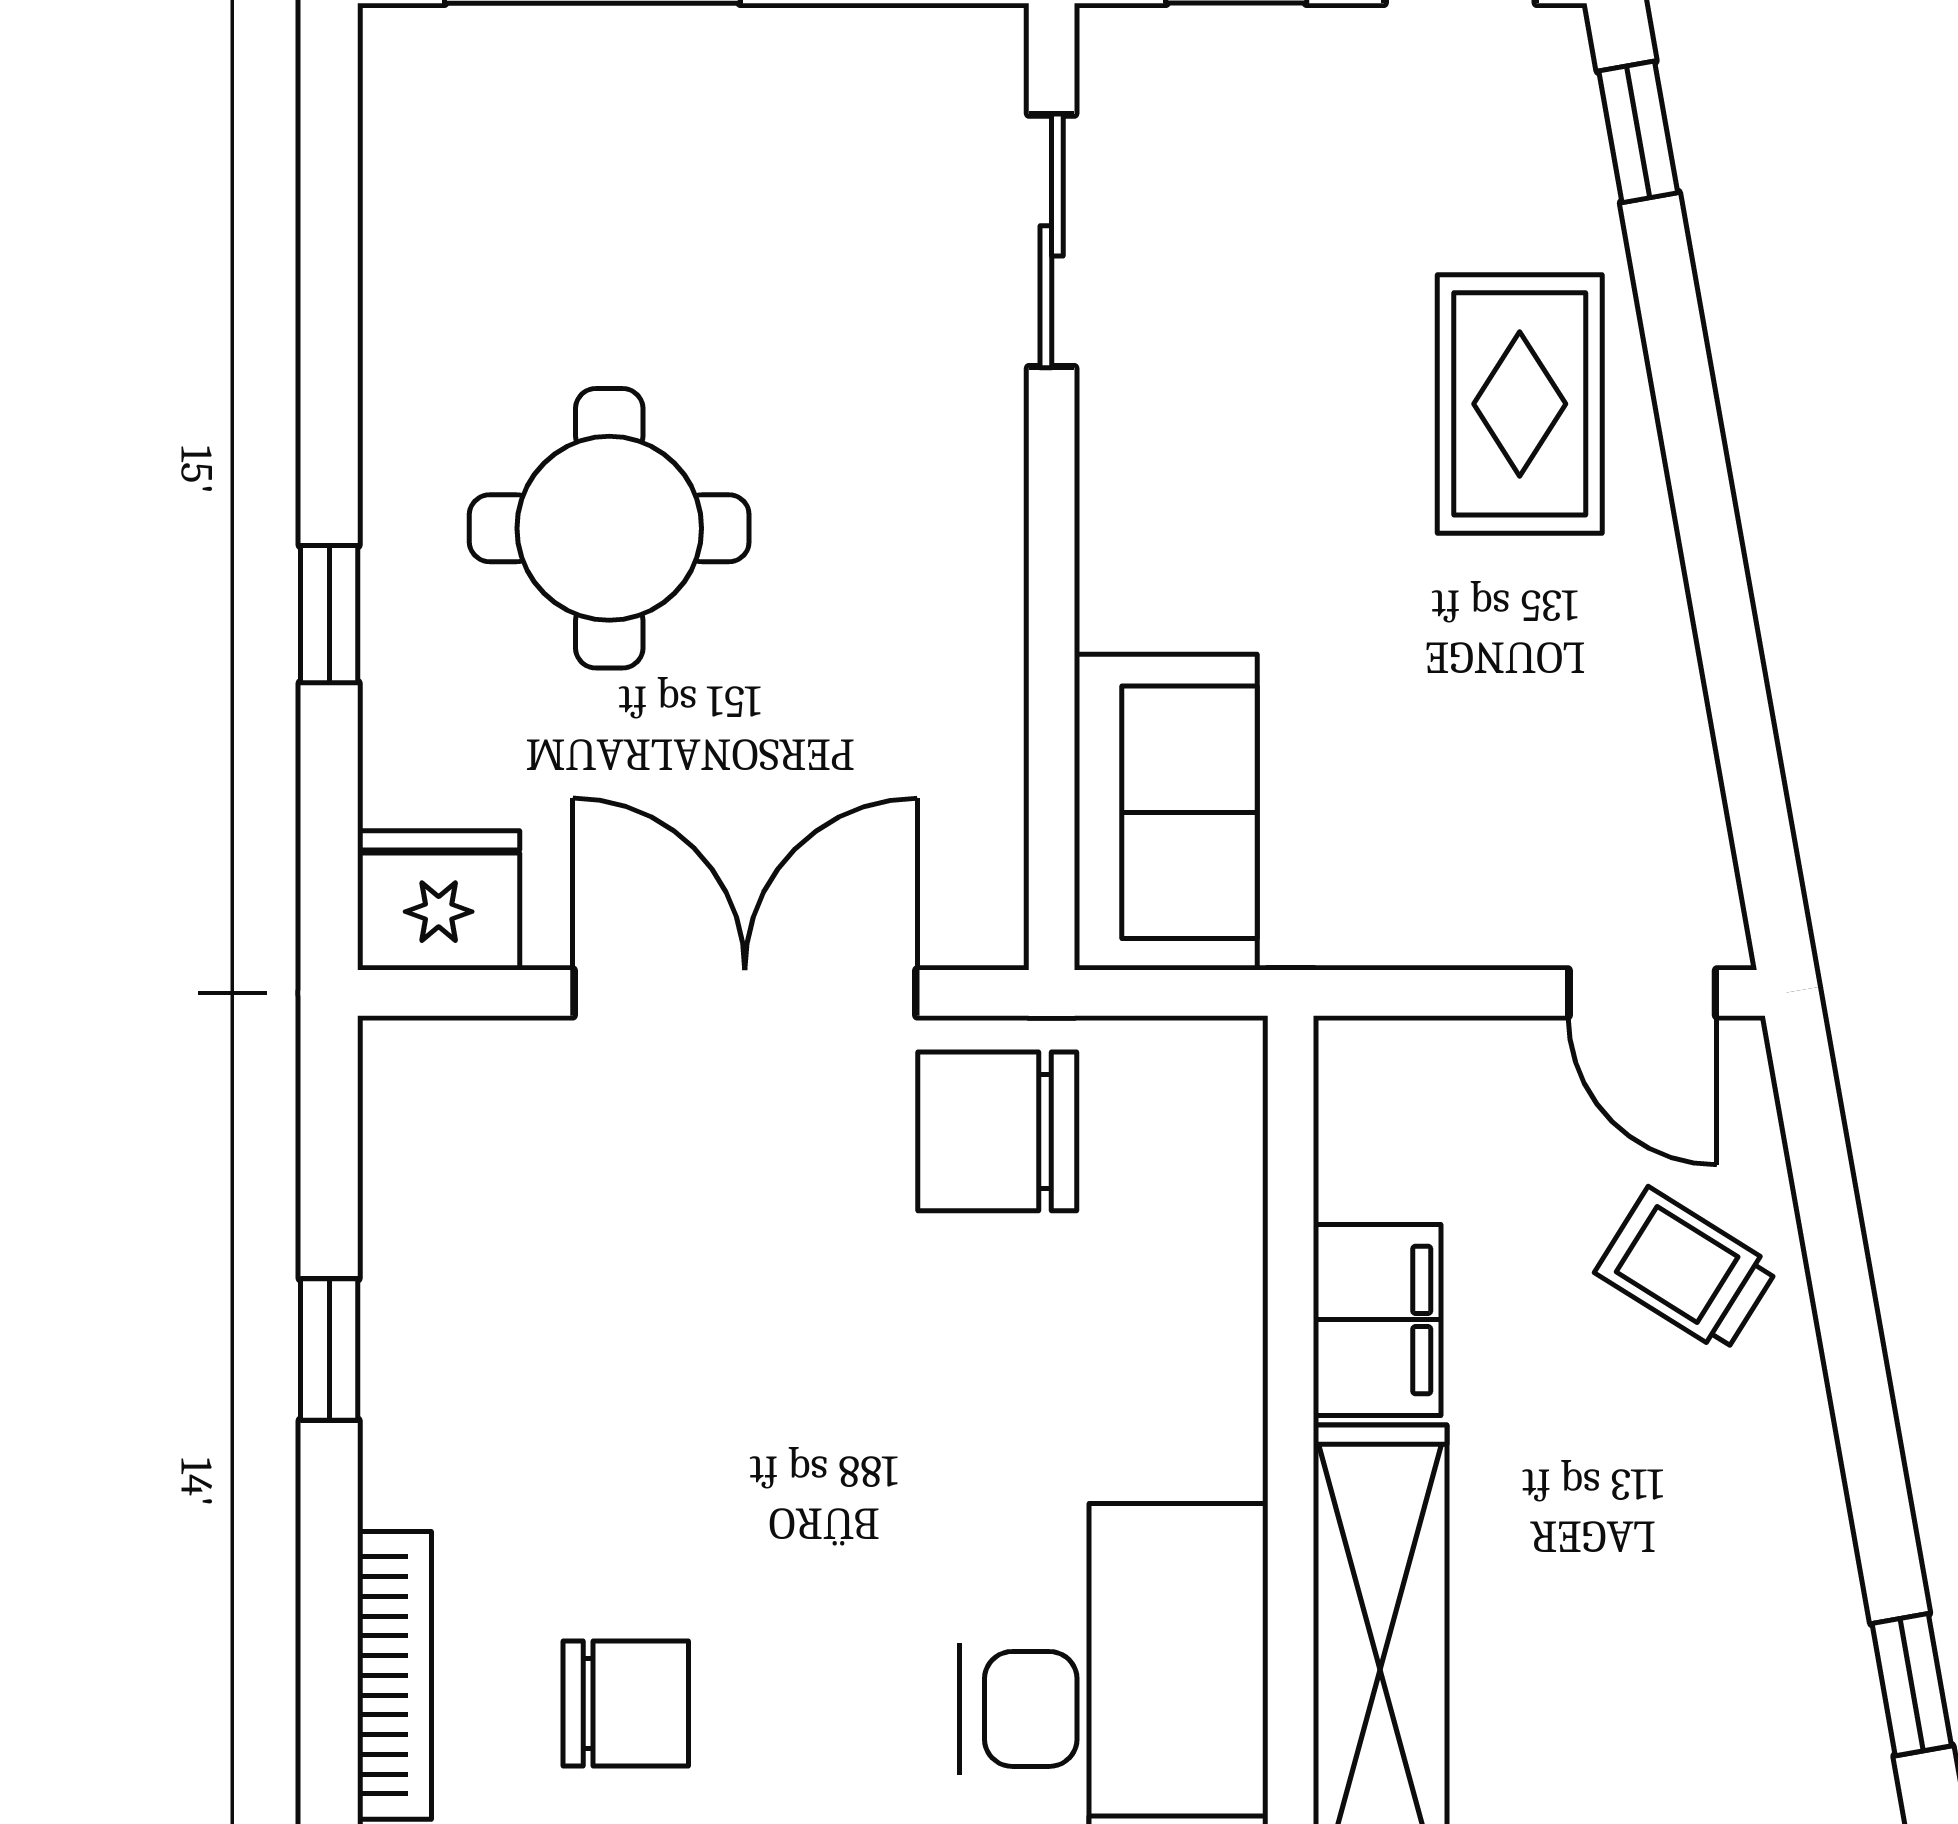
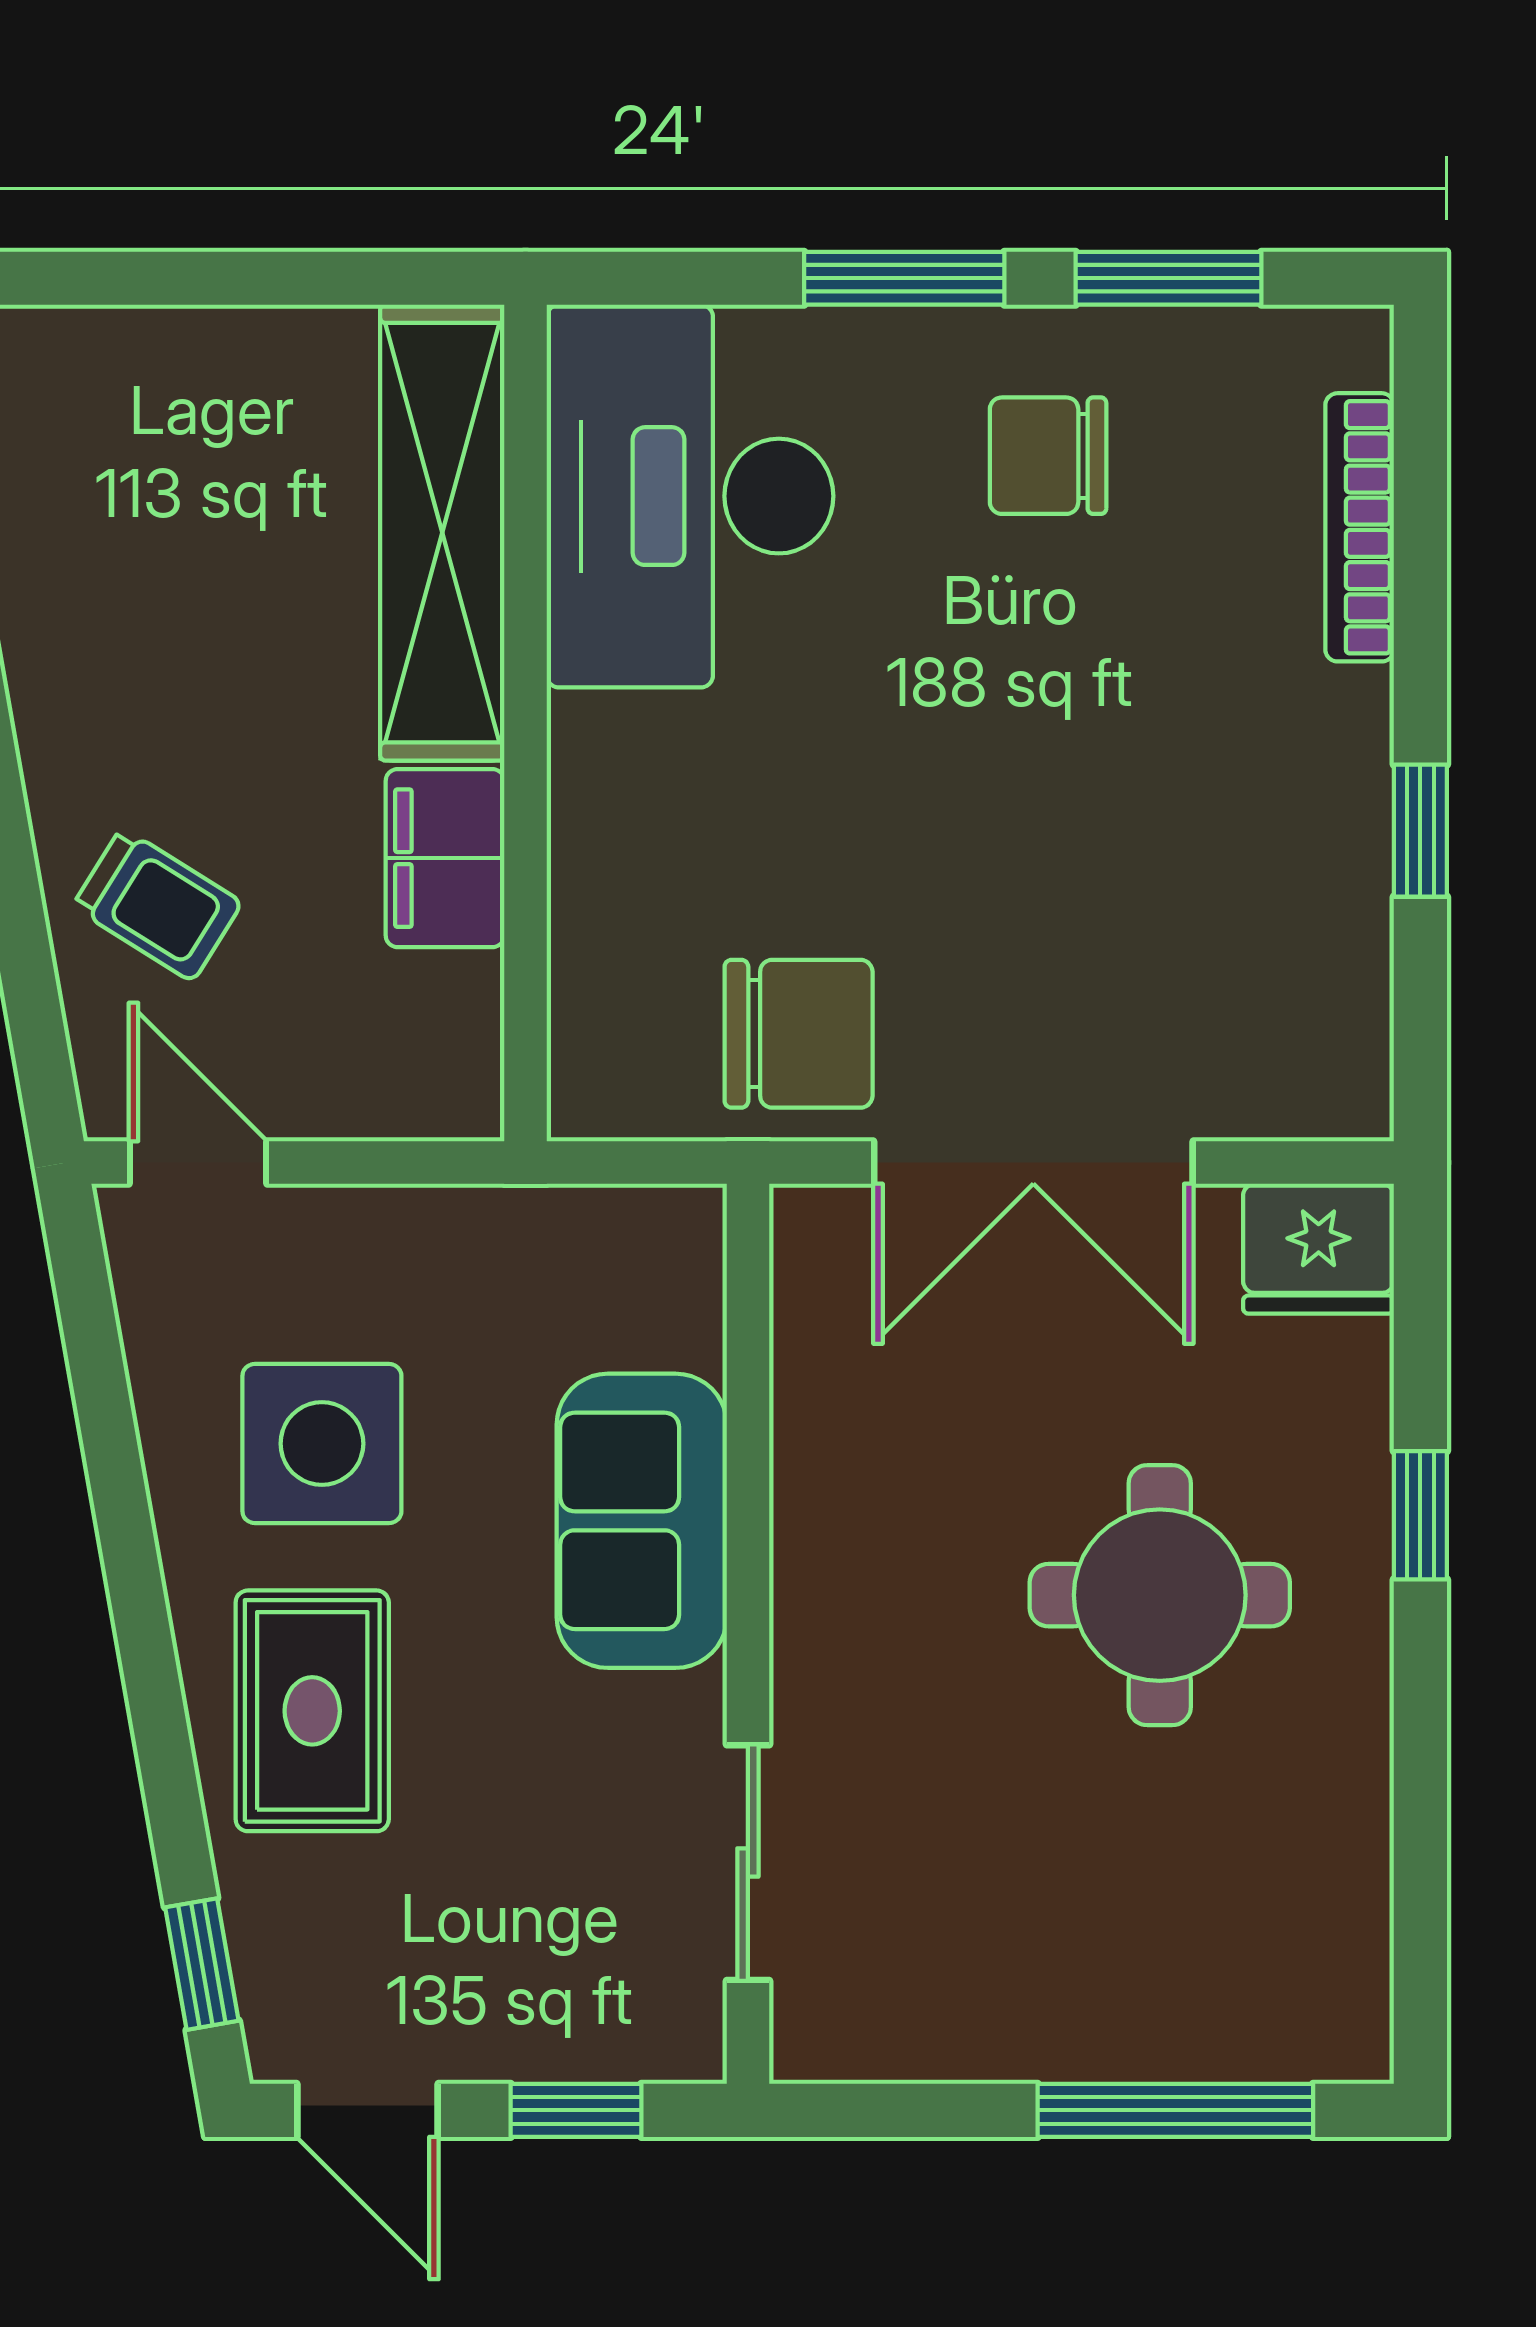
side table: (1509, 691) -> (322, 1444), added
sofa: (1166, 812) -> (642, 1521), moved
chair: (626, 1704) -> (1048, 456), moved

